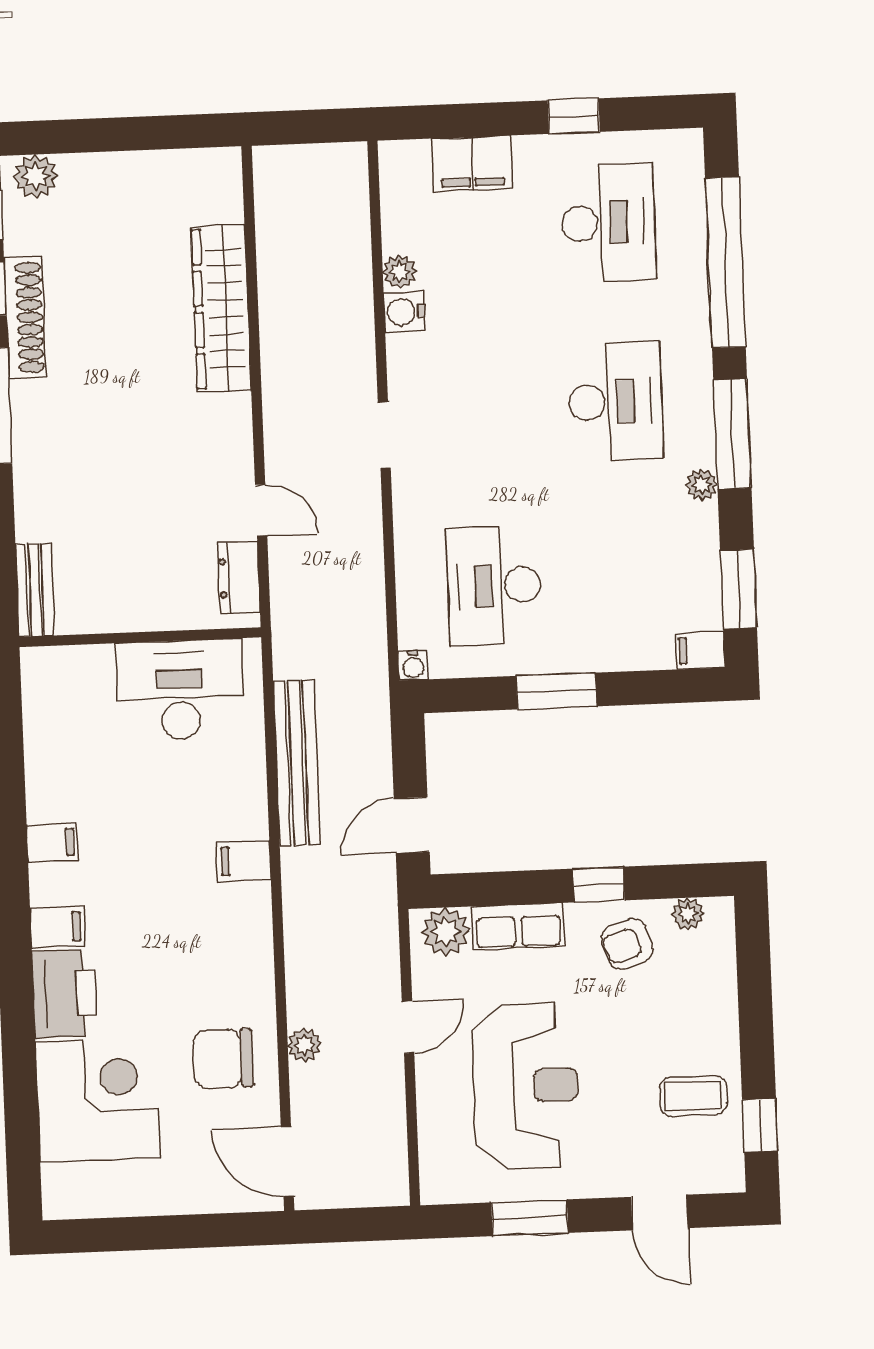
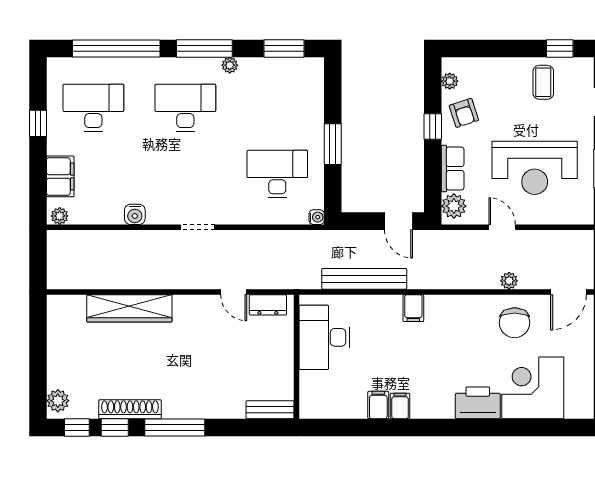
plant: (400, 272) -> (60, 216), moved
door: (261, 510) -> (234, 292), swing flipped
desk: (494, 586) -> (277, 174), turned 180
filing cabinet: (700, 650) -> (315, 70), removed
filing cabinet: (58, 927) -> (378, 405), moved
reception desk: (526, 1086) -> (535, 168), turned 180

